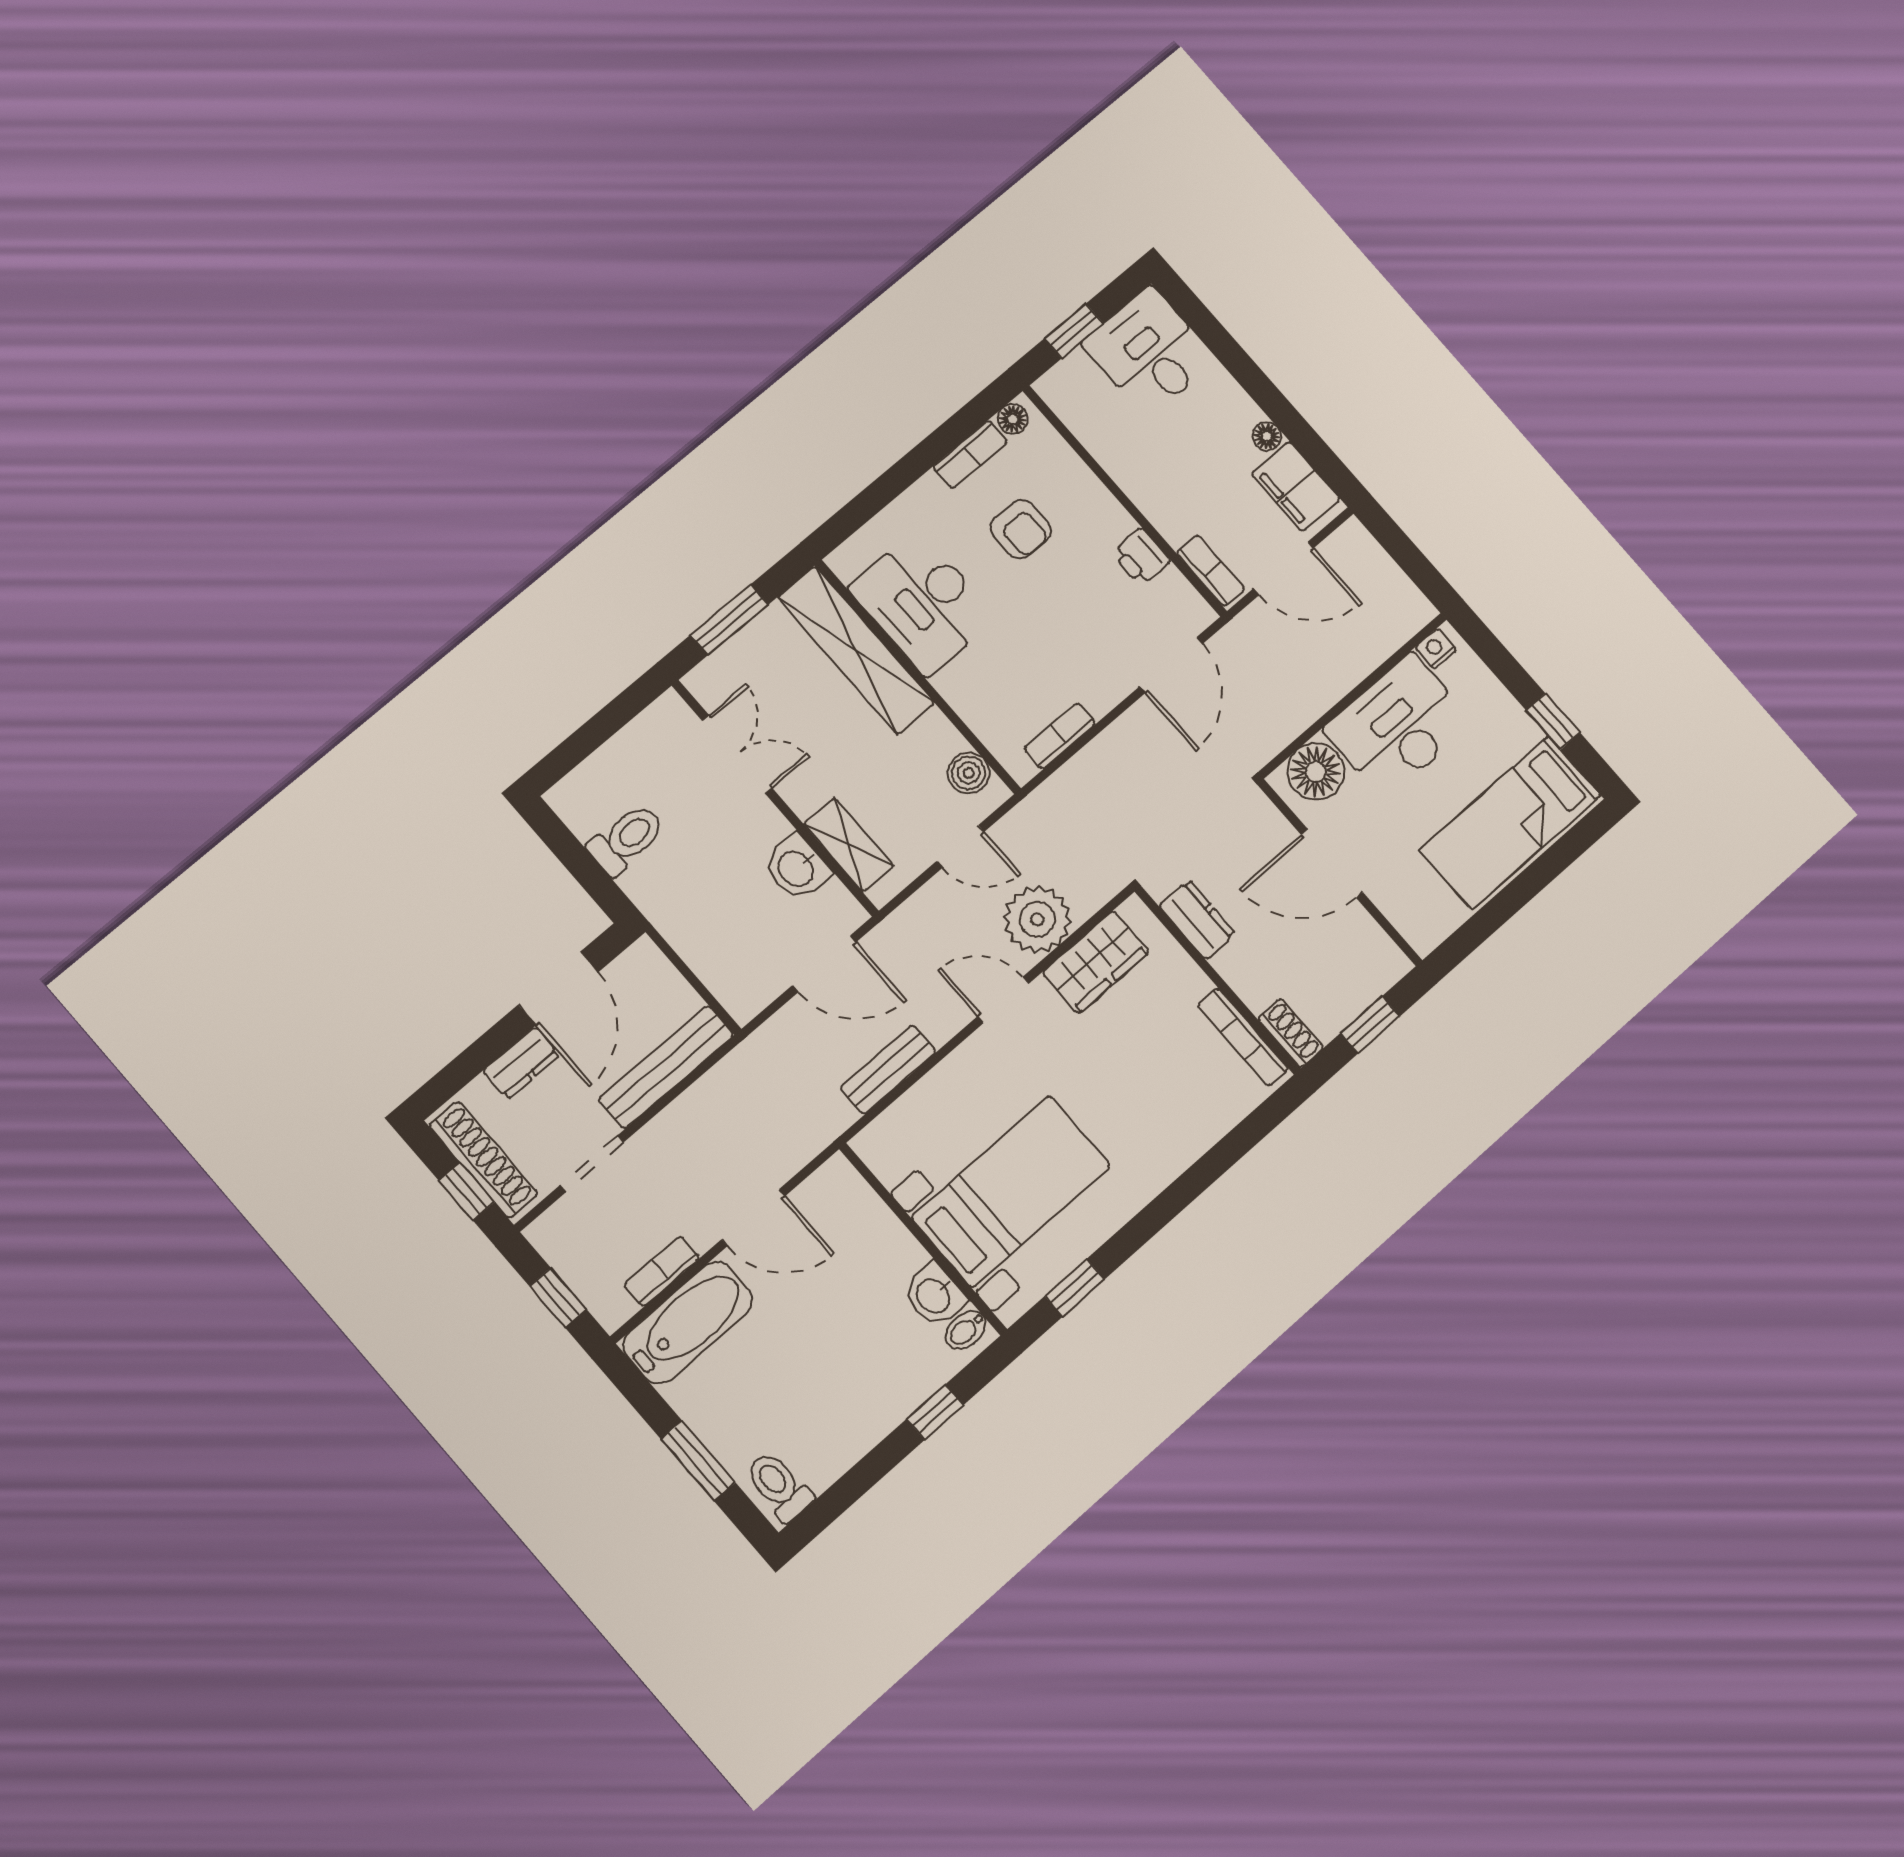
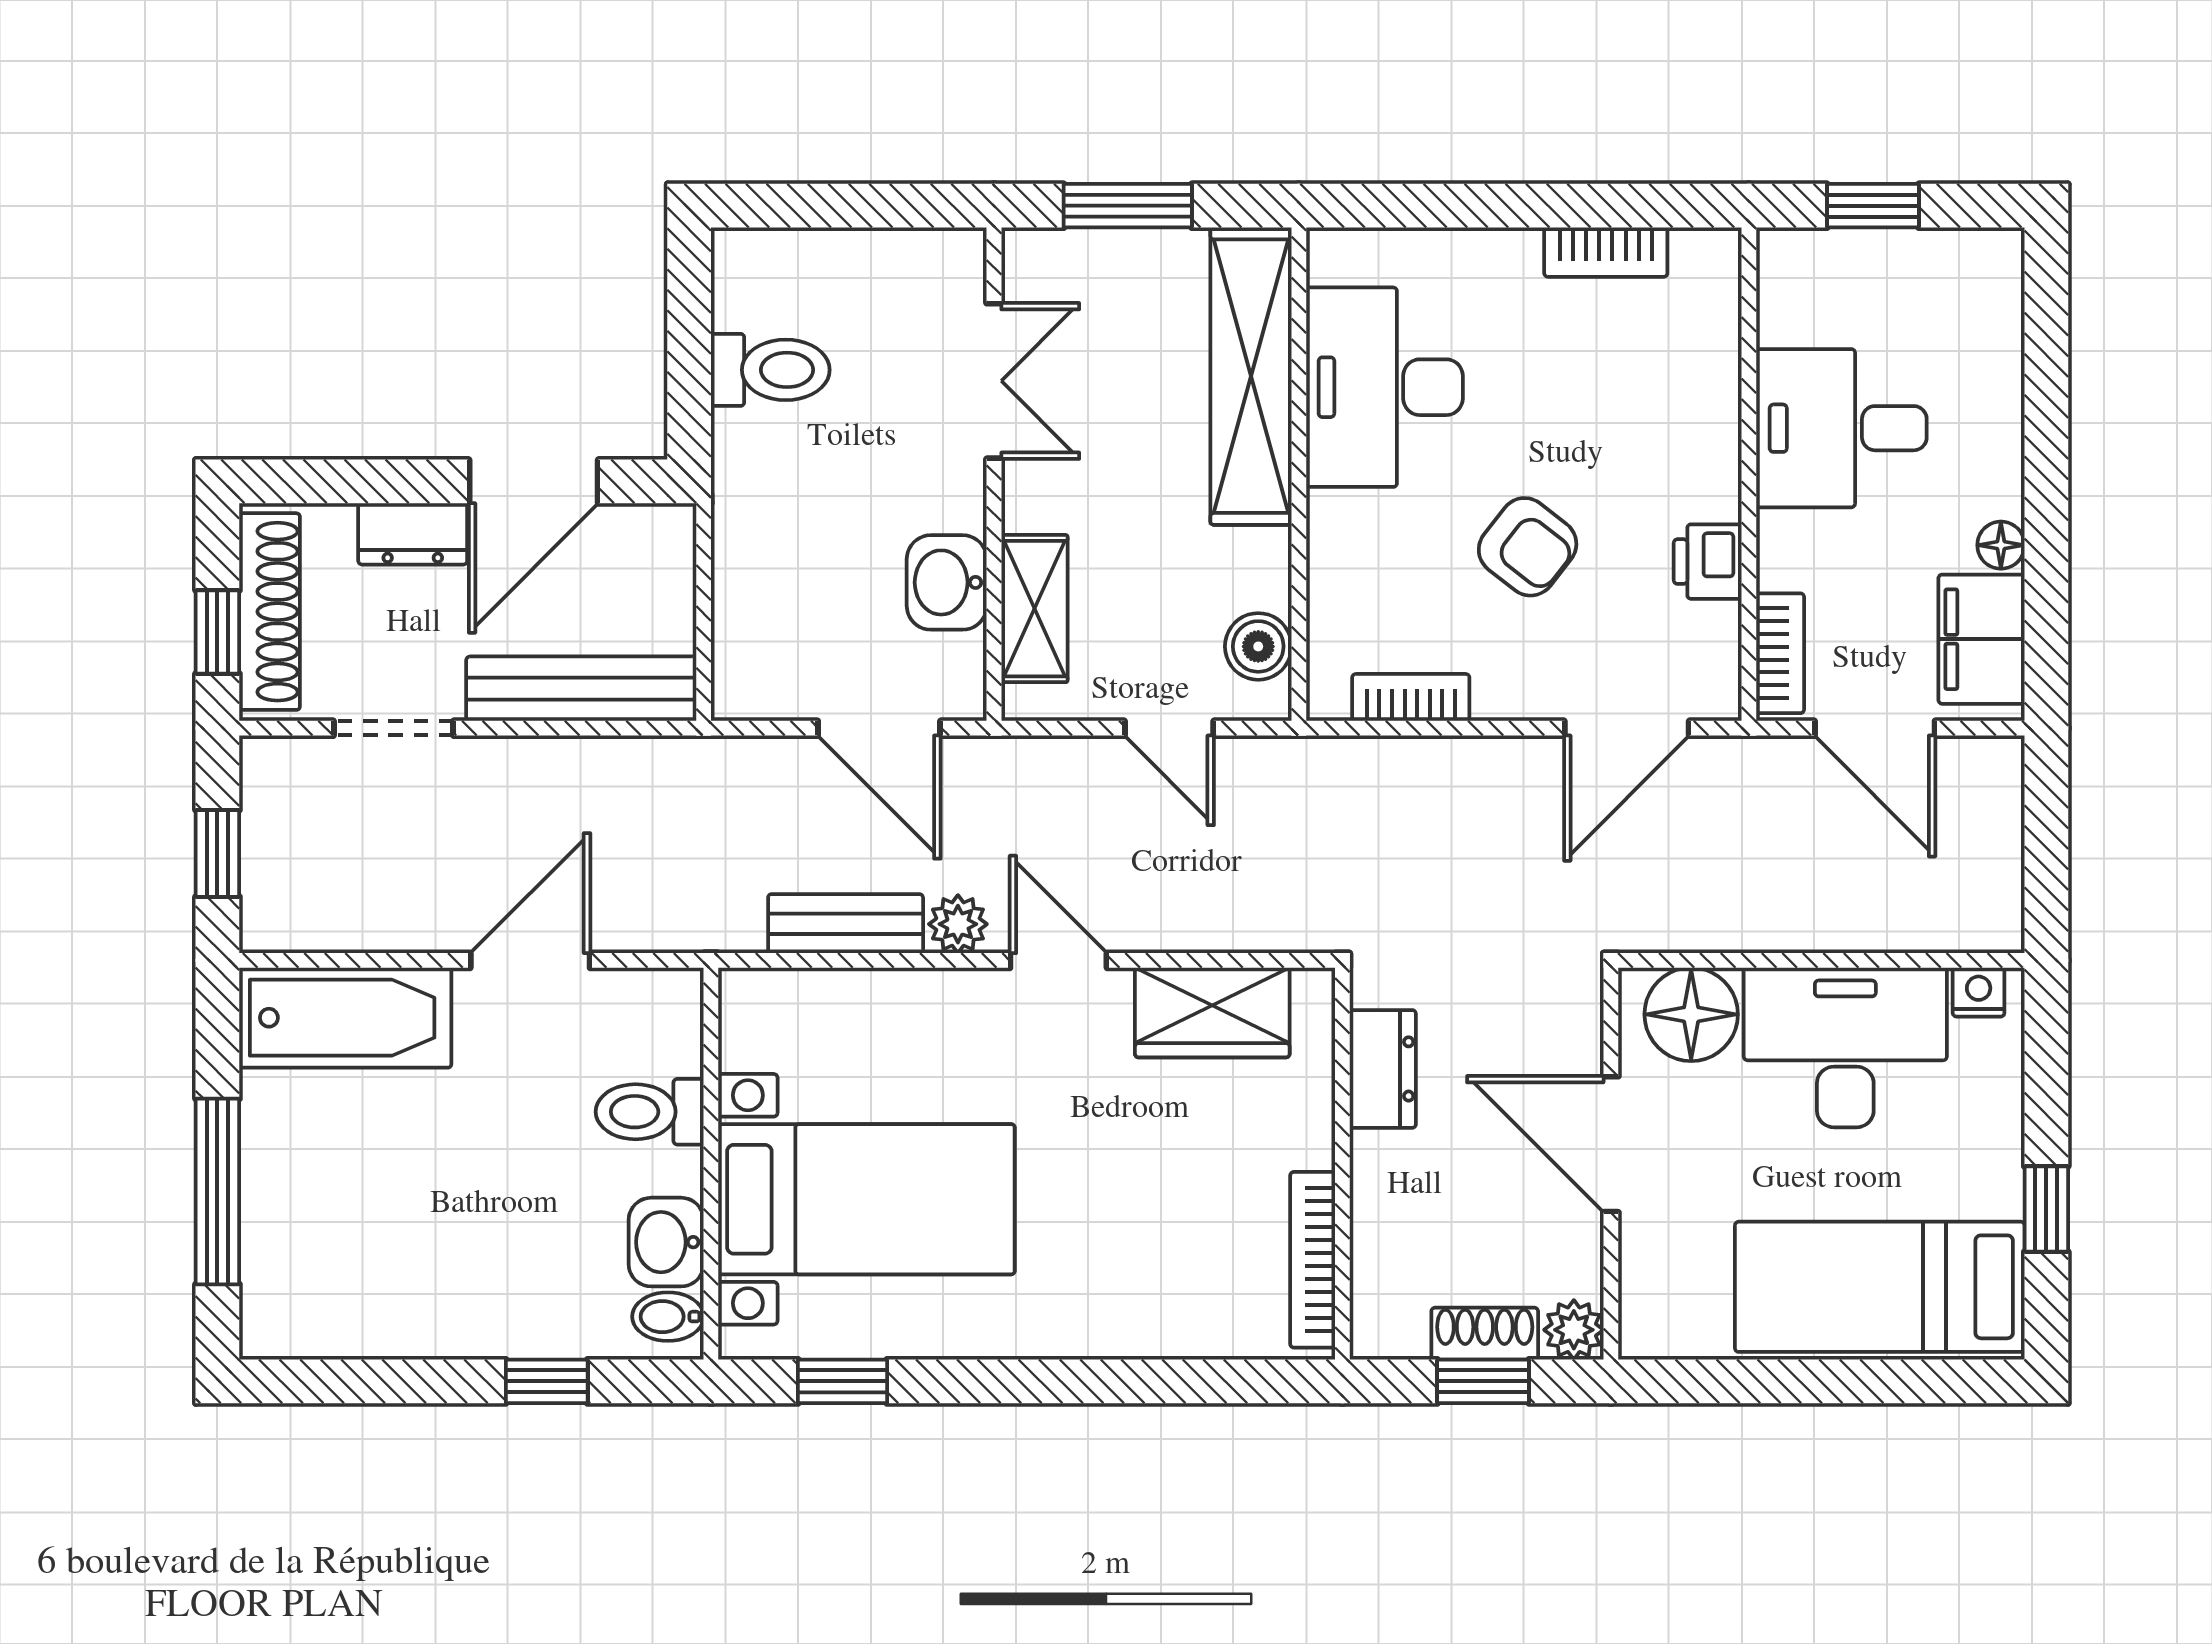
desk: (1149, 352) -> (1841, 428), moved, turned -90
floor lamp: (1013, 419) -> (1698, 252), removed
armchair: (1021, 529) -> (1528, 547), moved, turned -52
plant: (1037, 919) -> (958, 924), moved, width x0.53, depth x0.53
plant: (1390, 964) -> (1574, 1330), added
shoe rack: (1291, 1033) -> (1485, 1334), moved, turned -90
door: (753, 1218) -> (530, 960), swing flipped
bookcase: (662, 1271) -> (367, 930), removed
window: (698, 1461) -> (217, 1192), width x1.44
toilet: (779, 1486) -> (650, 1112), moved, turned -90

